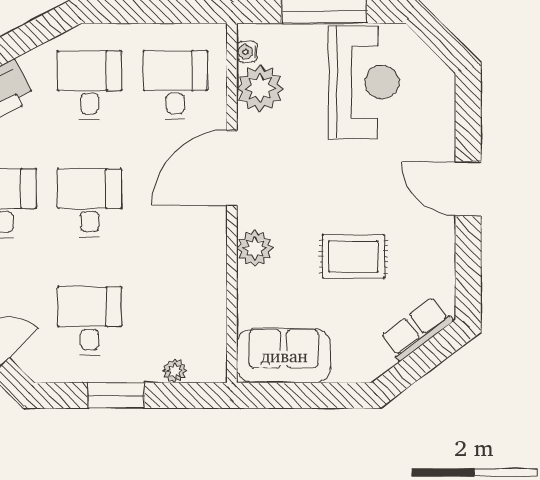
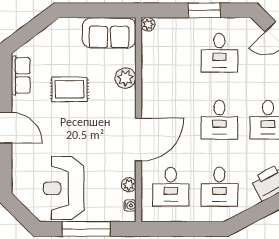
plant: (260, 88) -> (129, 185), width x0.53, depth x0.53
plant: (255, 248) -> (126, 78), moved
row of seats: (417, 329) -> (21, 75), moved, turned -53
plant: (175, 371) -> (148, 24), moved

